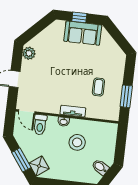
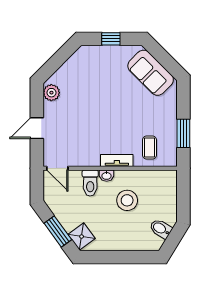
sofa: (83, 33) -> (151, 73), moved, turned 45
coffee table: (98, 87) -> (149, 148), moved
toilet: (40, 125) -> (90, 183), moved

